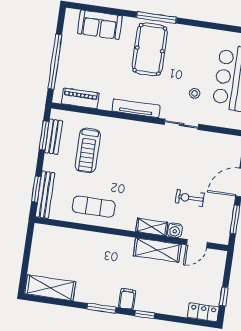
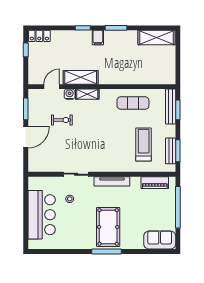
sofa: (100, 25) -> (160, 240), moved

